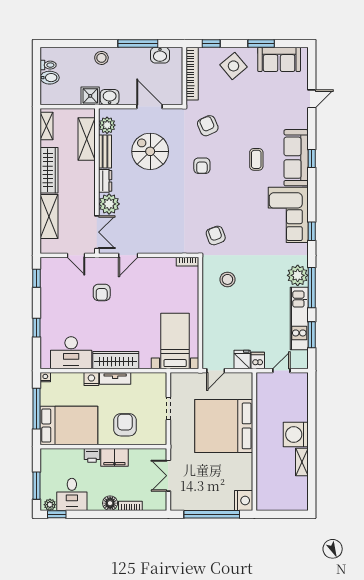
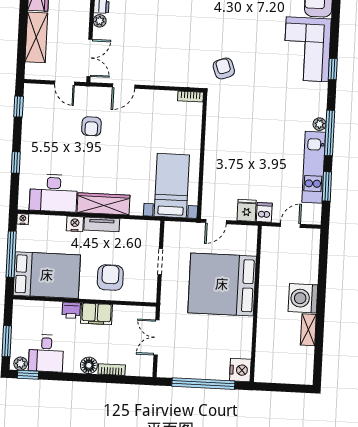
plant: (109, 204) -> (100, 21), width x0.53, depth x0.53
plant: (298, 275) -> (319, 124), width x0.53, depth x0.53
stool: (227, 279) -> (235, 119), removed

